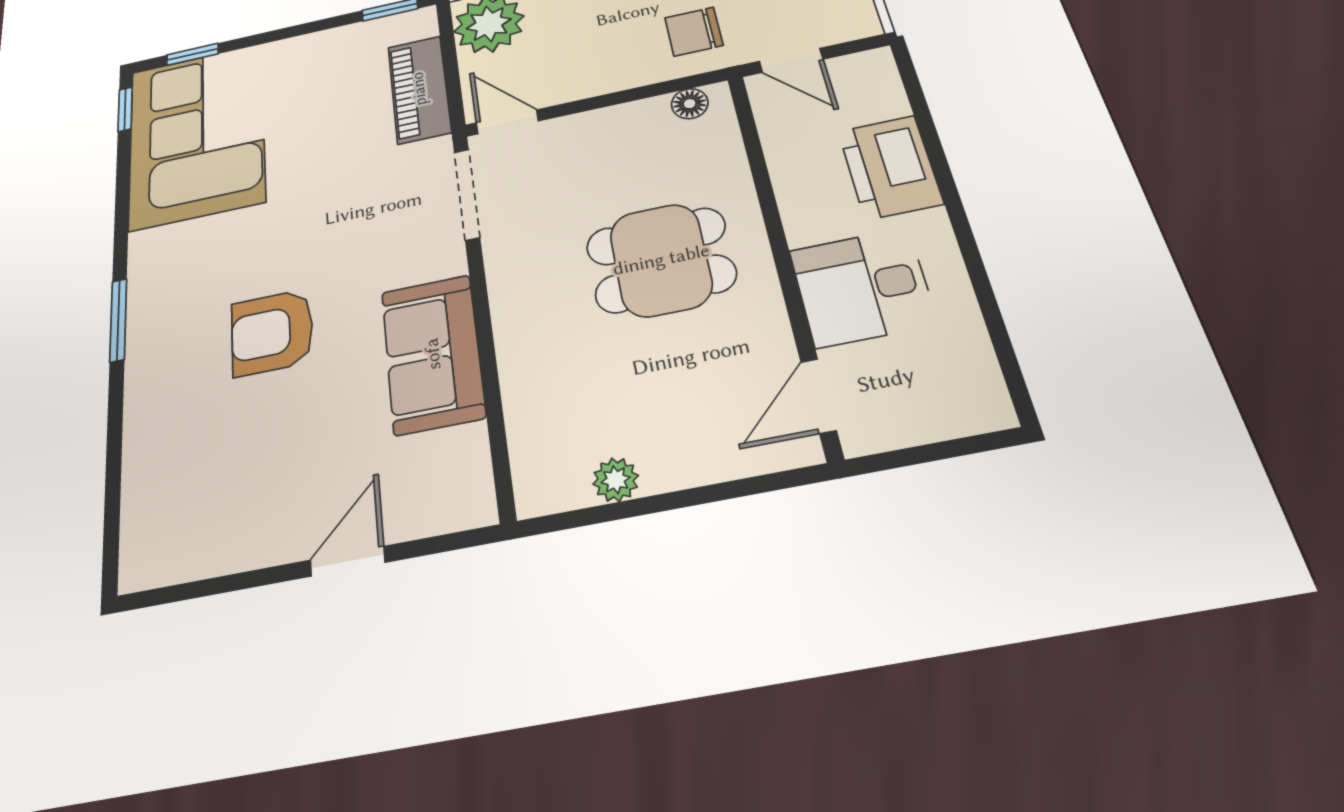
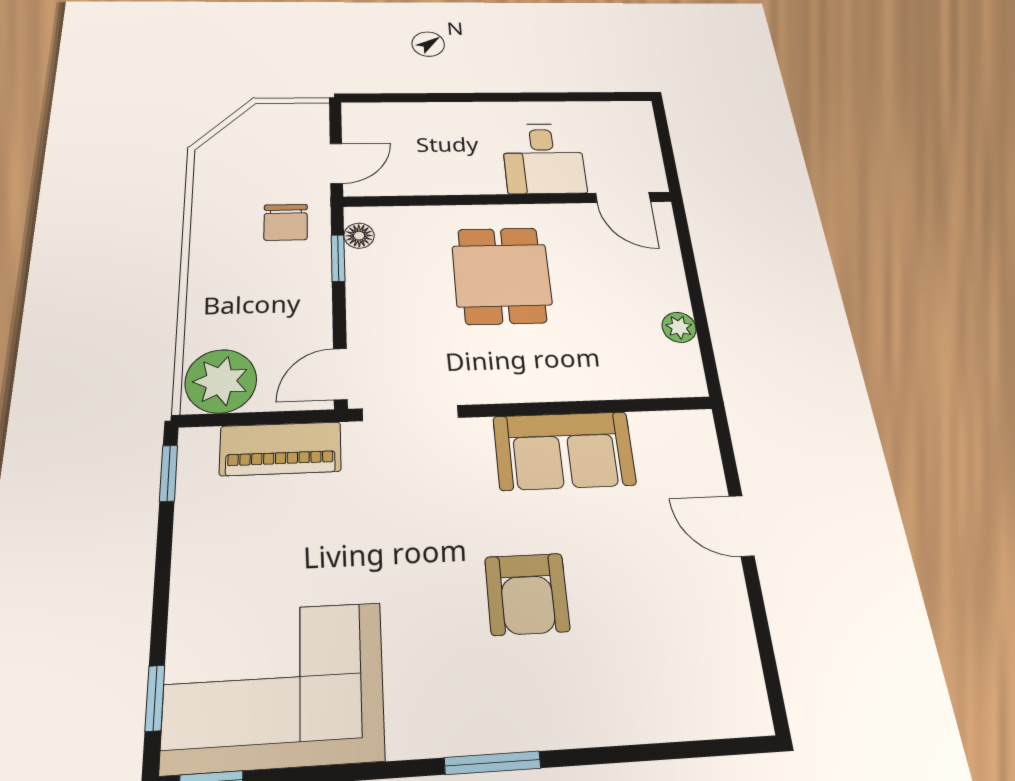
window: (655, 90) -> (338, 258), added
printer: (890, 167) -> (449, 124), removed

